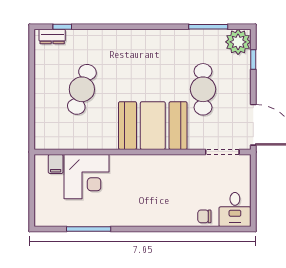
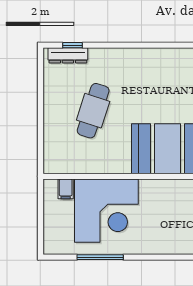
dresser: (52, 37) -> (68, 55), width x1.44
corner desk: (86, 177) -> (106, 211), width x1.36, depth x1.36

